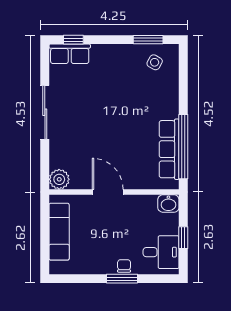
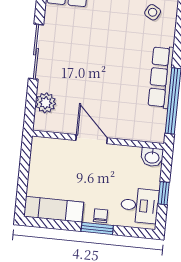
row of seats: (169, 149) -> (161, 77), moved
plant: (59, 179) -> (46, 103), moved
exam couch: (59, 232) -> (54, 209), moved, turned -90

